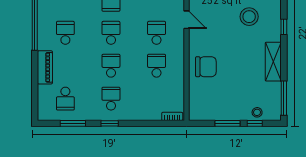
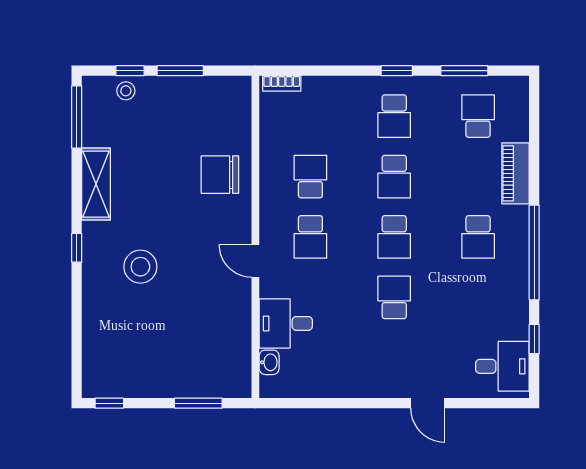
school desk: (157, 66) -> (310, 177), turned 180

